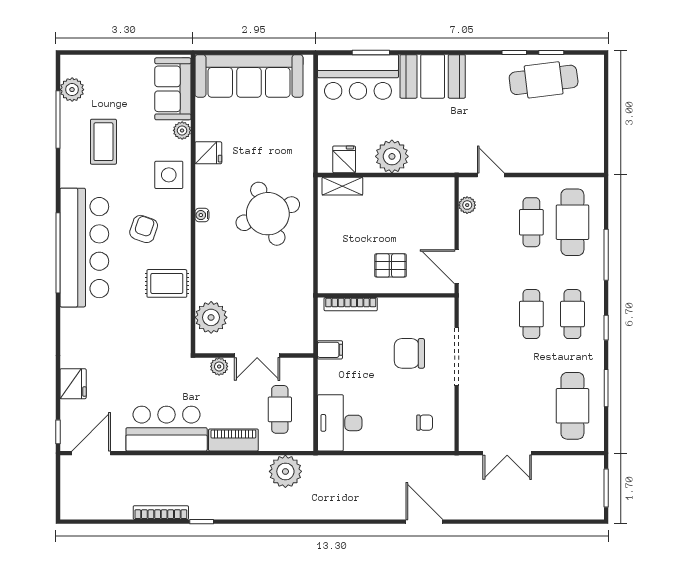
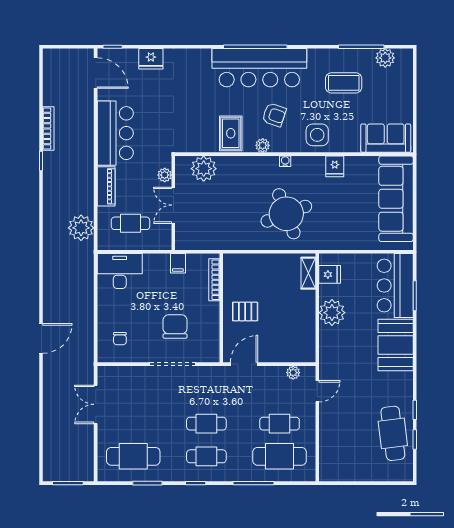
plant: (182, 130) -> (263, 145), moved
pallet: (390, 265) -> (245, 311), turned 90

